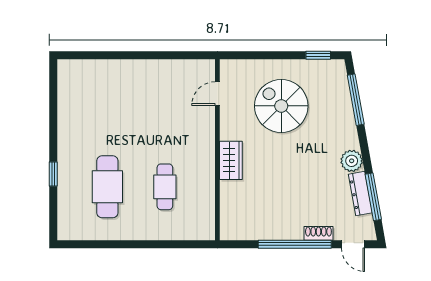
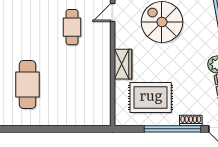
cafe table: (165, 187) -> (72, 27), moved
rug: (267, 204) -> (151, 97), added

